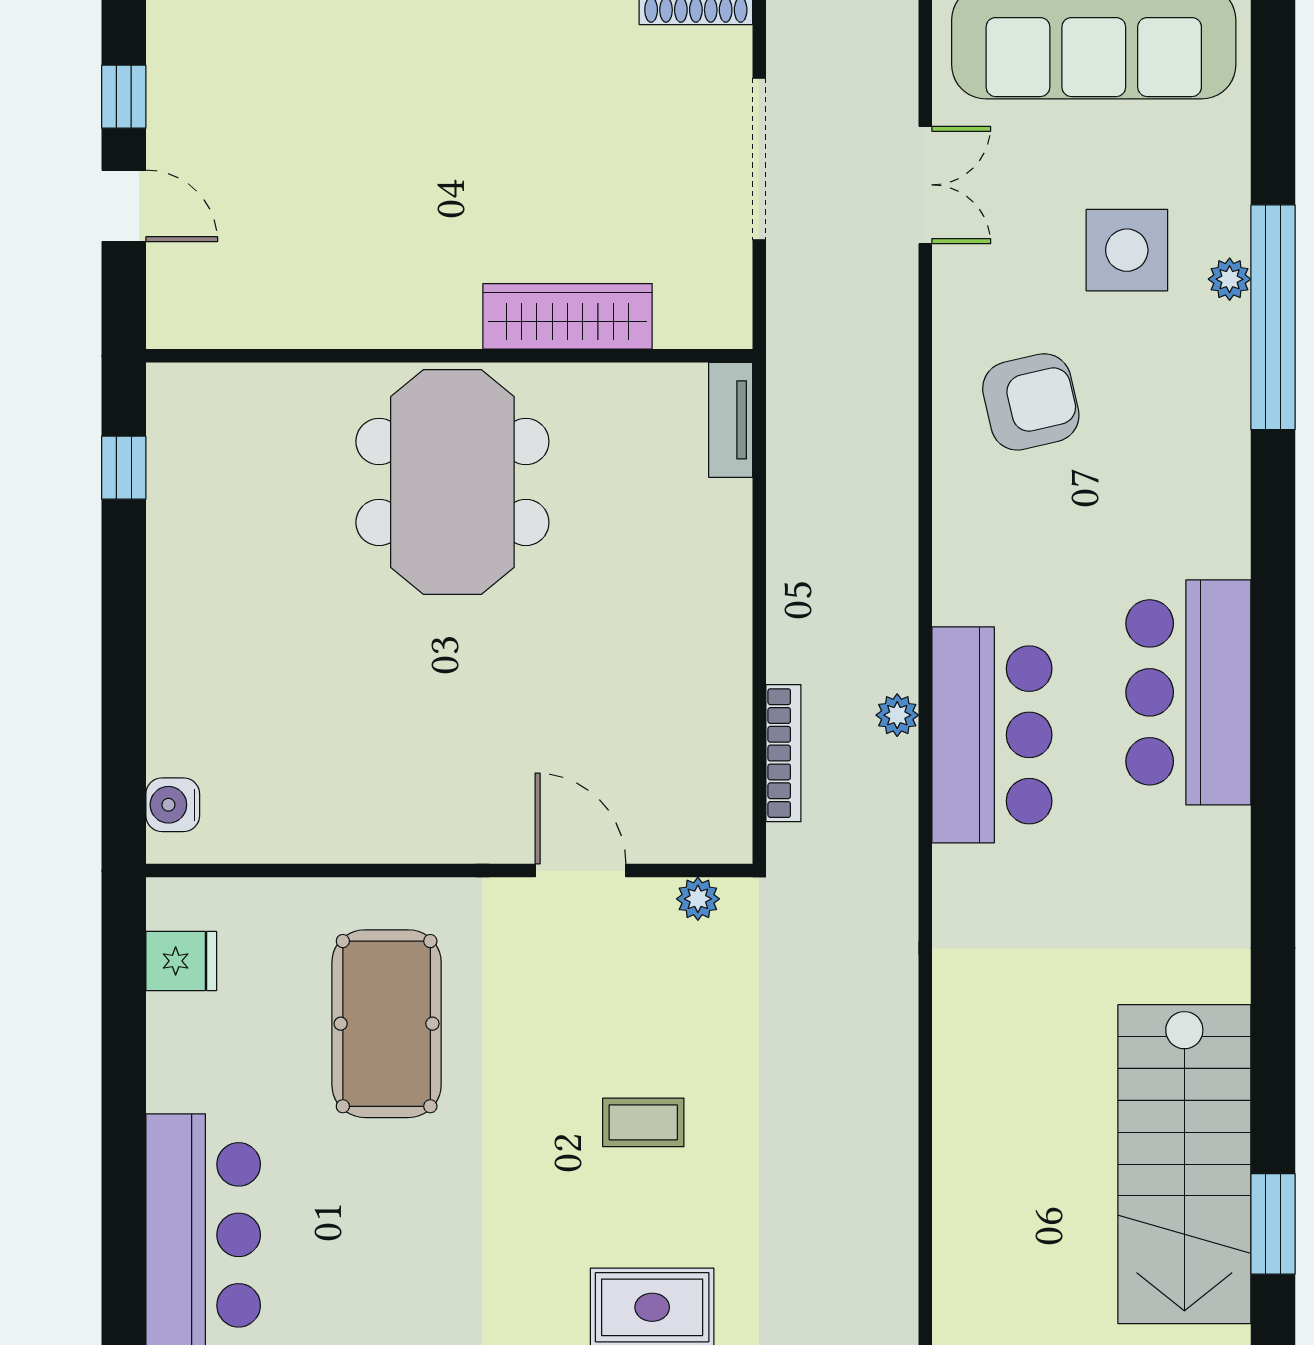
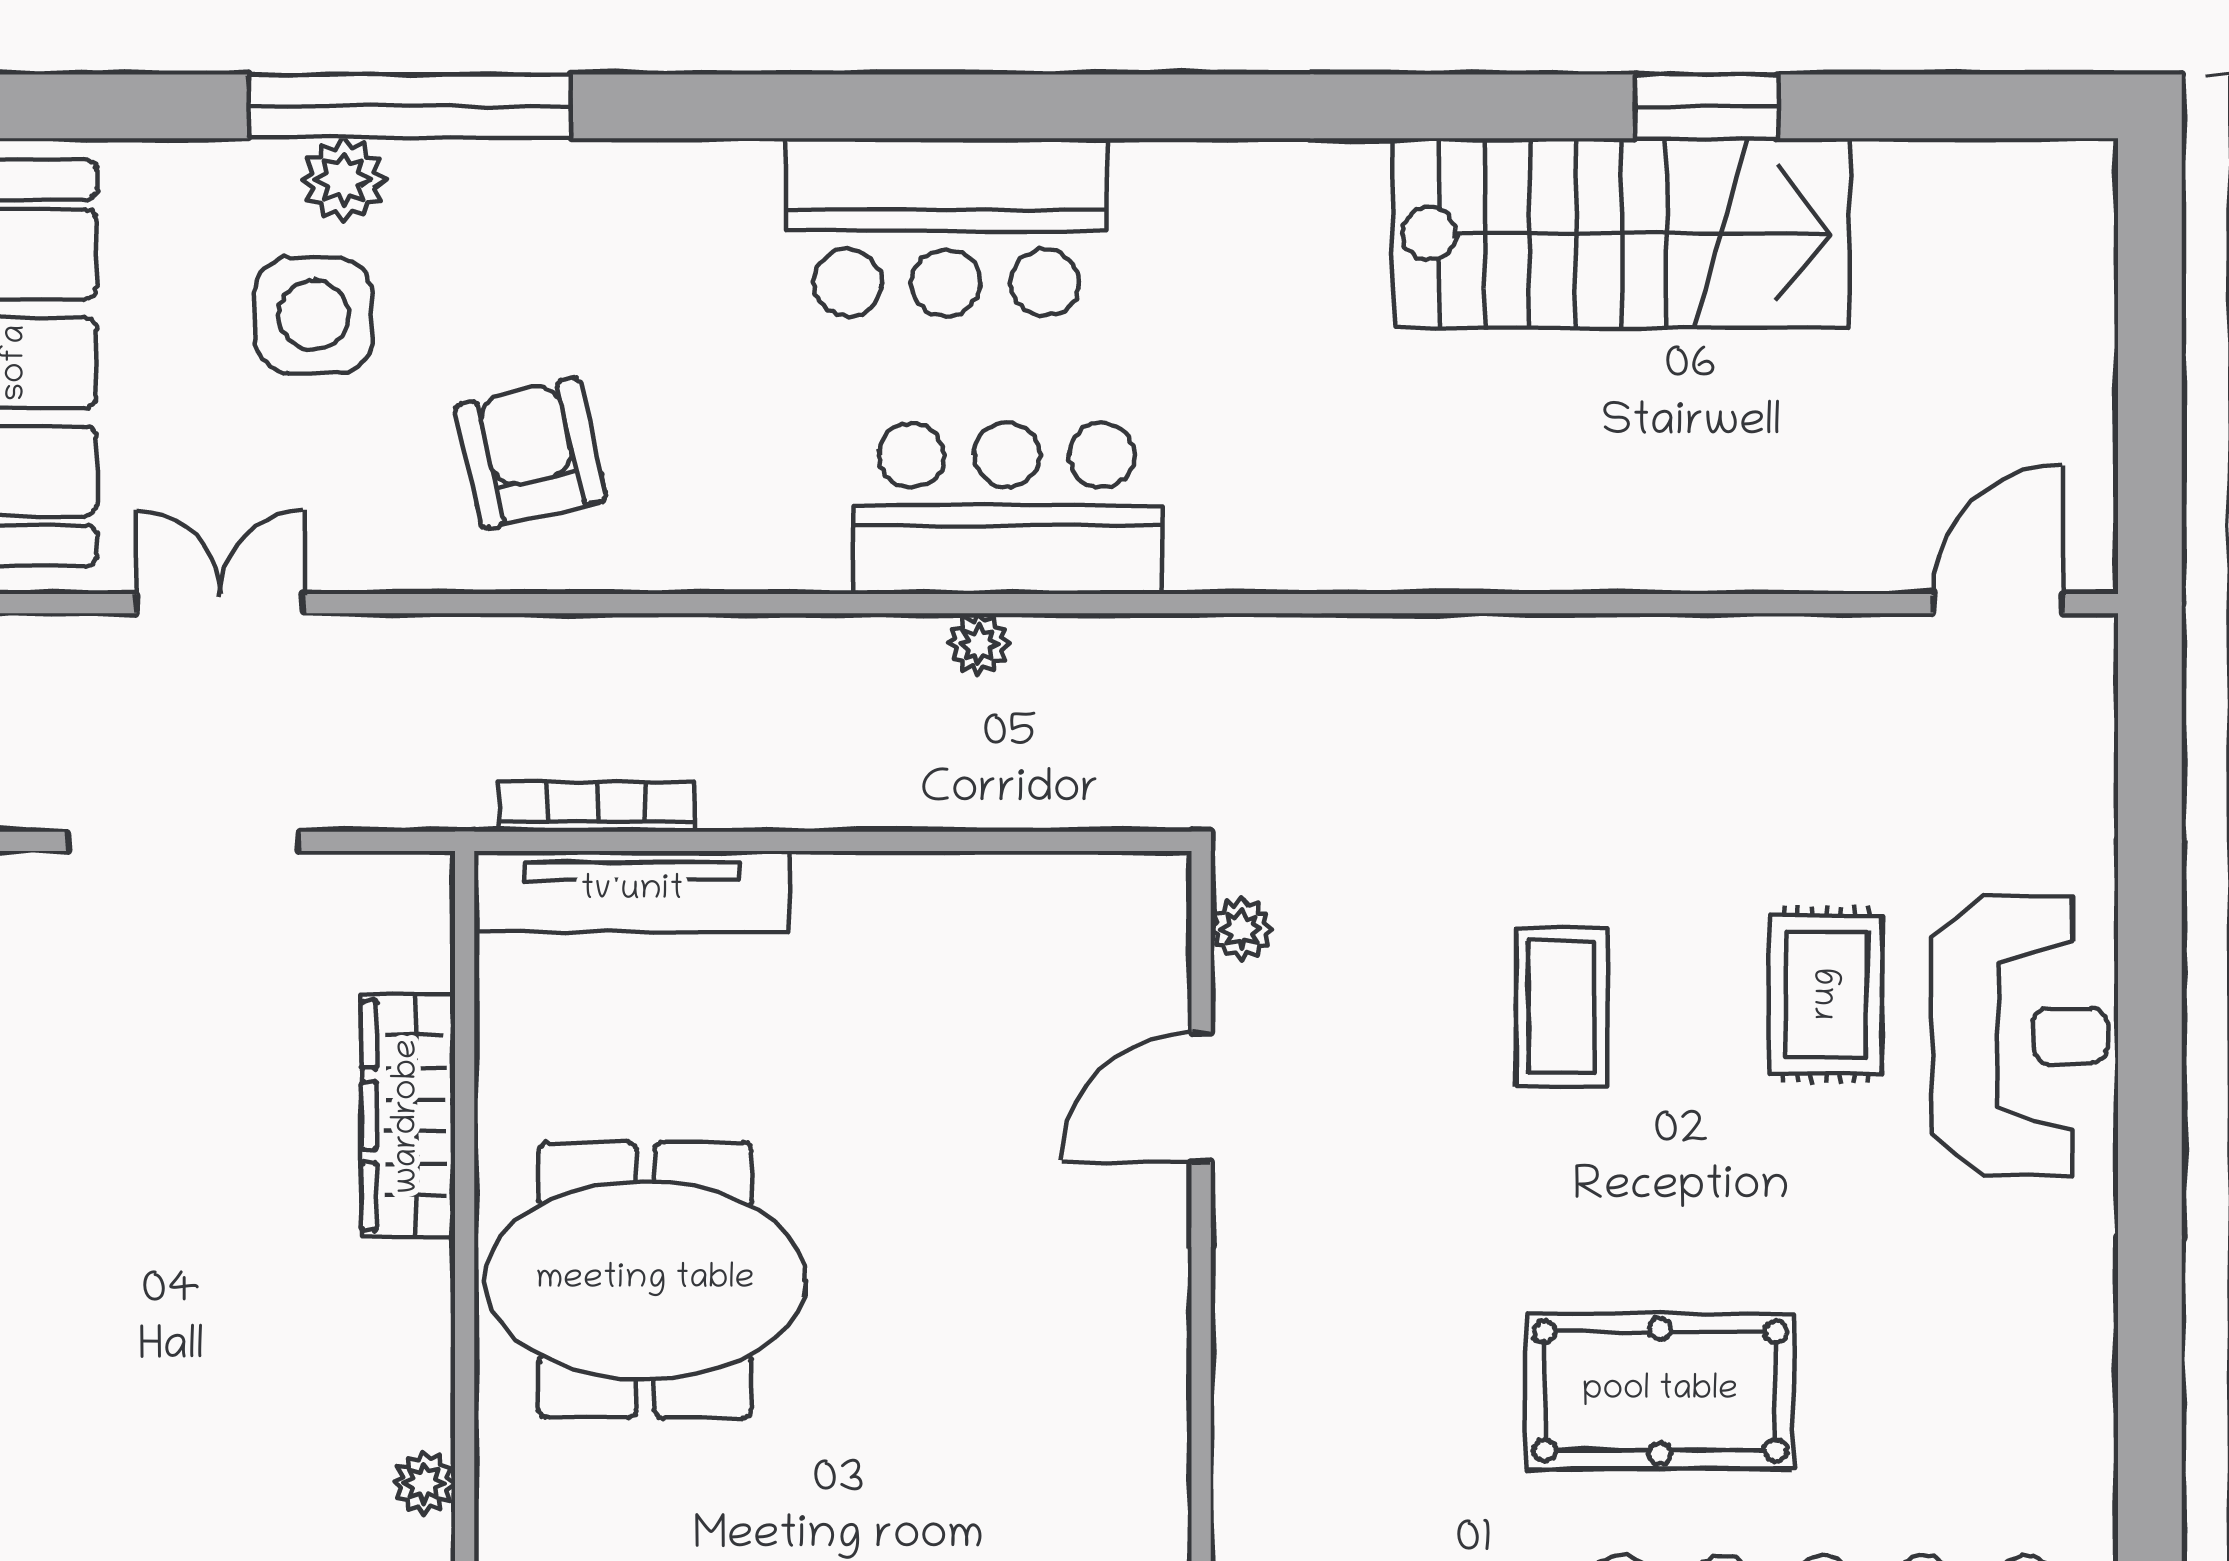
plant: (1230, 279) -> (344, 180), width x1.38, depth x1.38
plant: (311, 327) -> (424, 1483), added
tv unit: (731, 420) -> (632, 891), width x1.92, depth x1.29
bookcase: (783, 753) -> (597, 807), moved
pool table: (387, 1024) -> (1660, 1391), moved
coffee table: (643, 1122) -> (1561, 1007), width x1.36, depth x1.30

